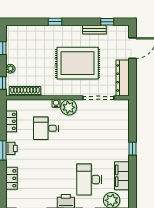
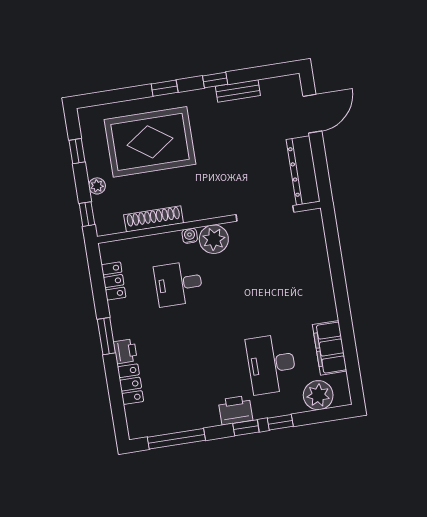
window: (107, 22) -> (215, 80), moved
rug: (78, 63) -> (150, 142), moved
shoe rack: (25, 91) -> (154, 219), moved
printer: (11, 148) -> (125, 351), moved
window: (132, 149) -> (341, 296), removed

